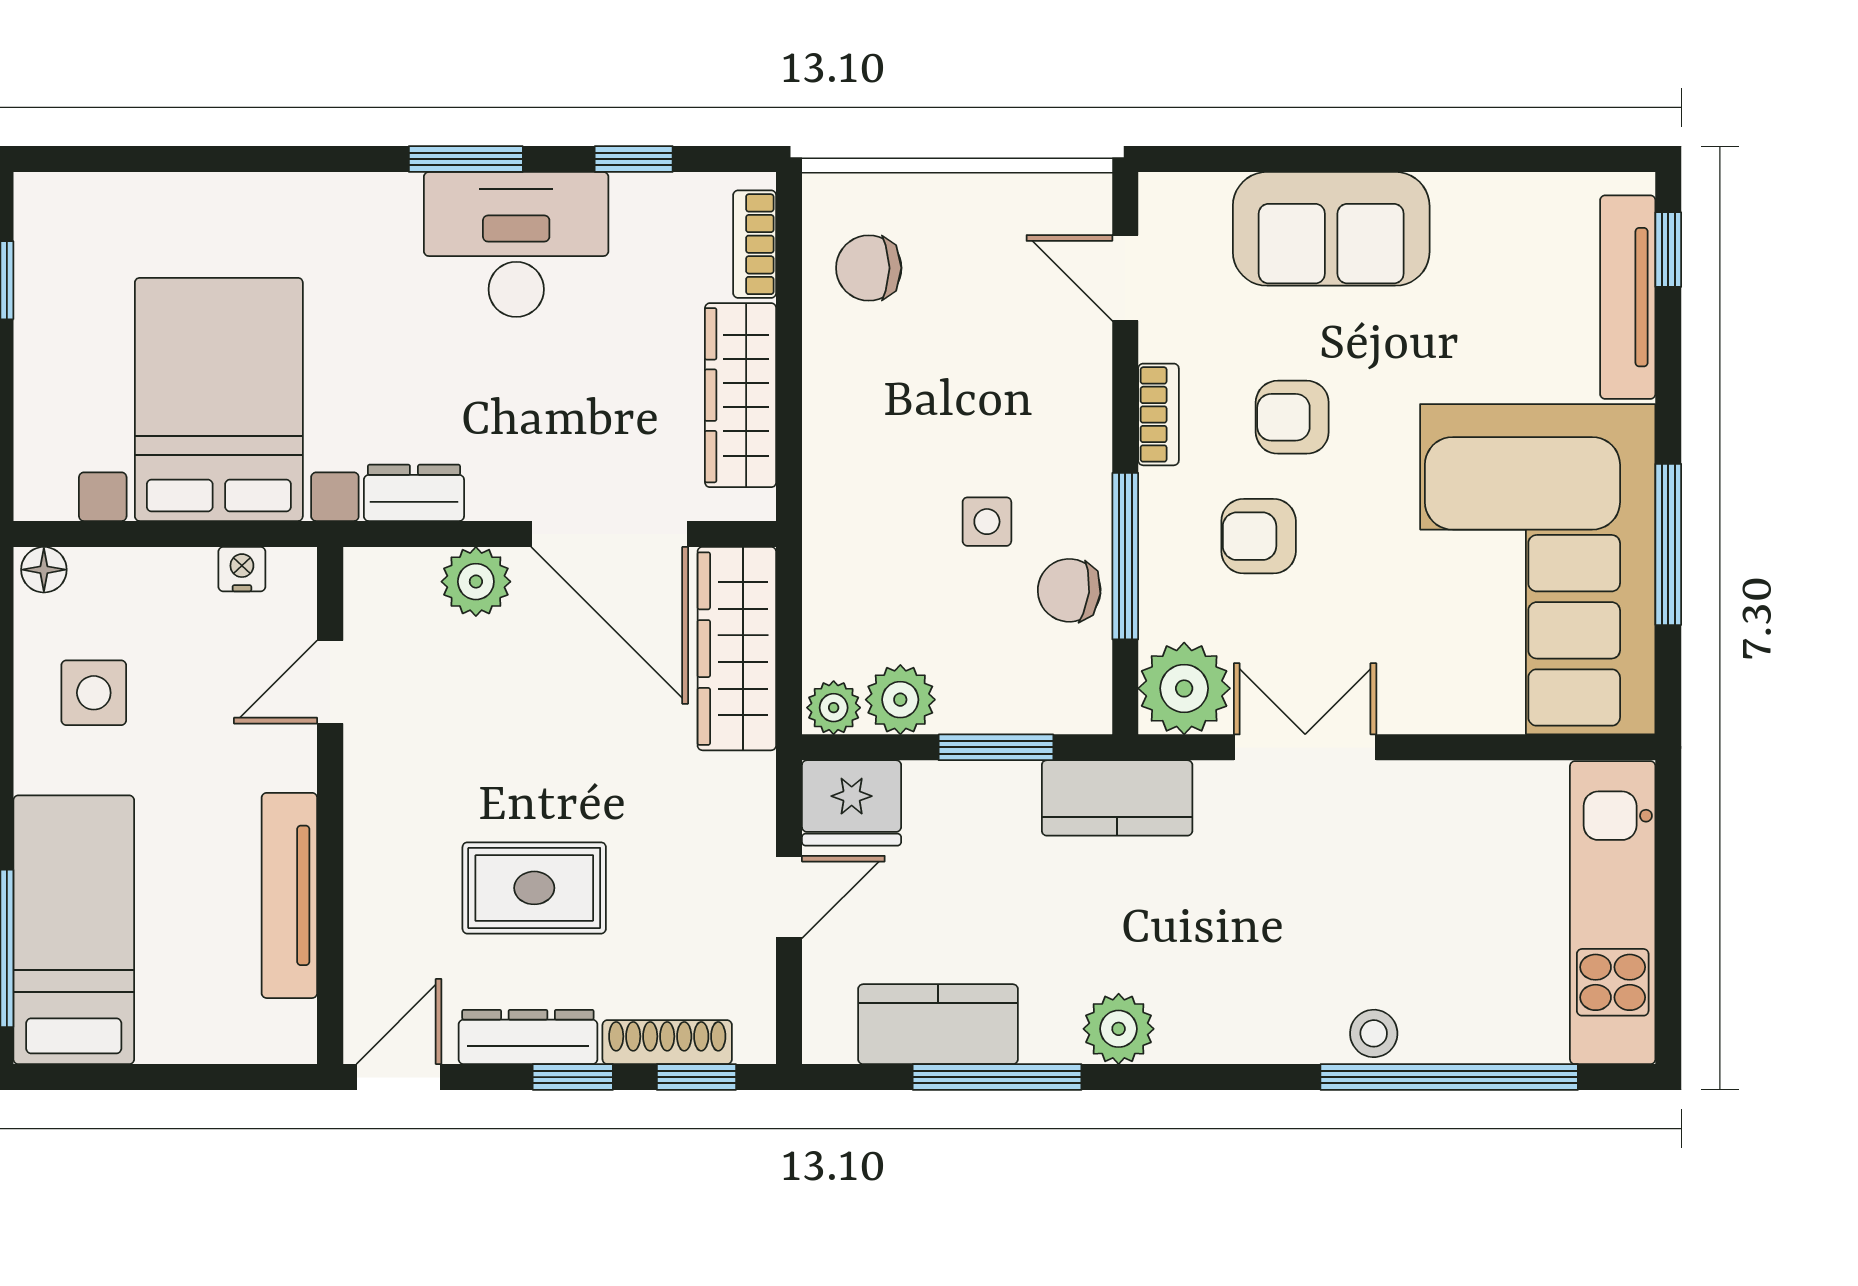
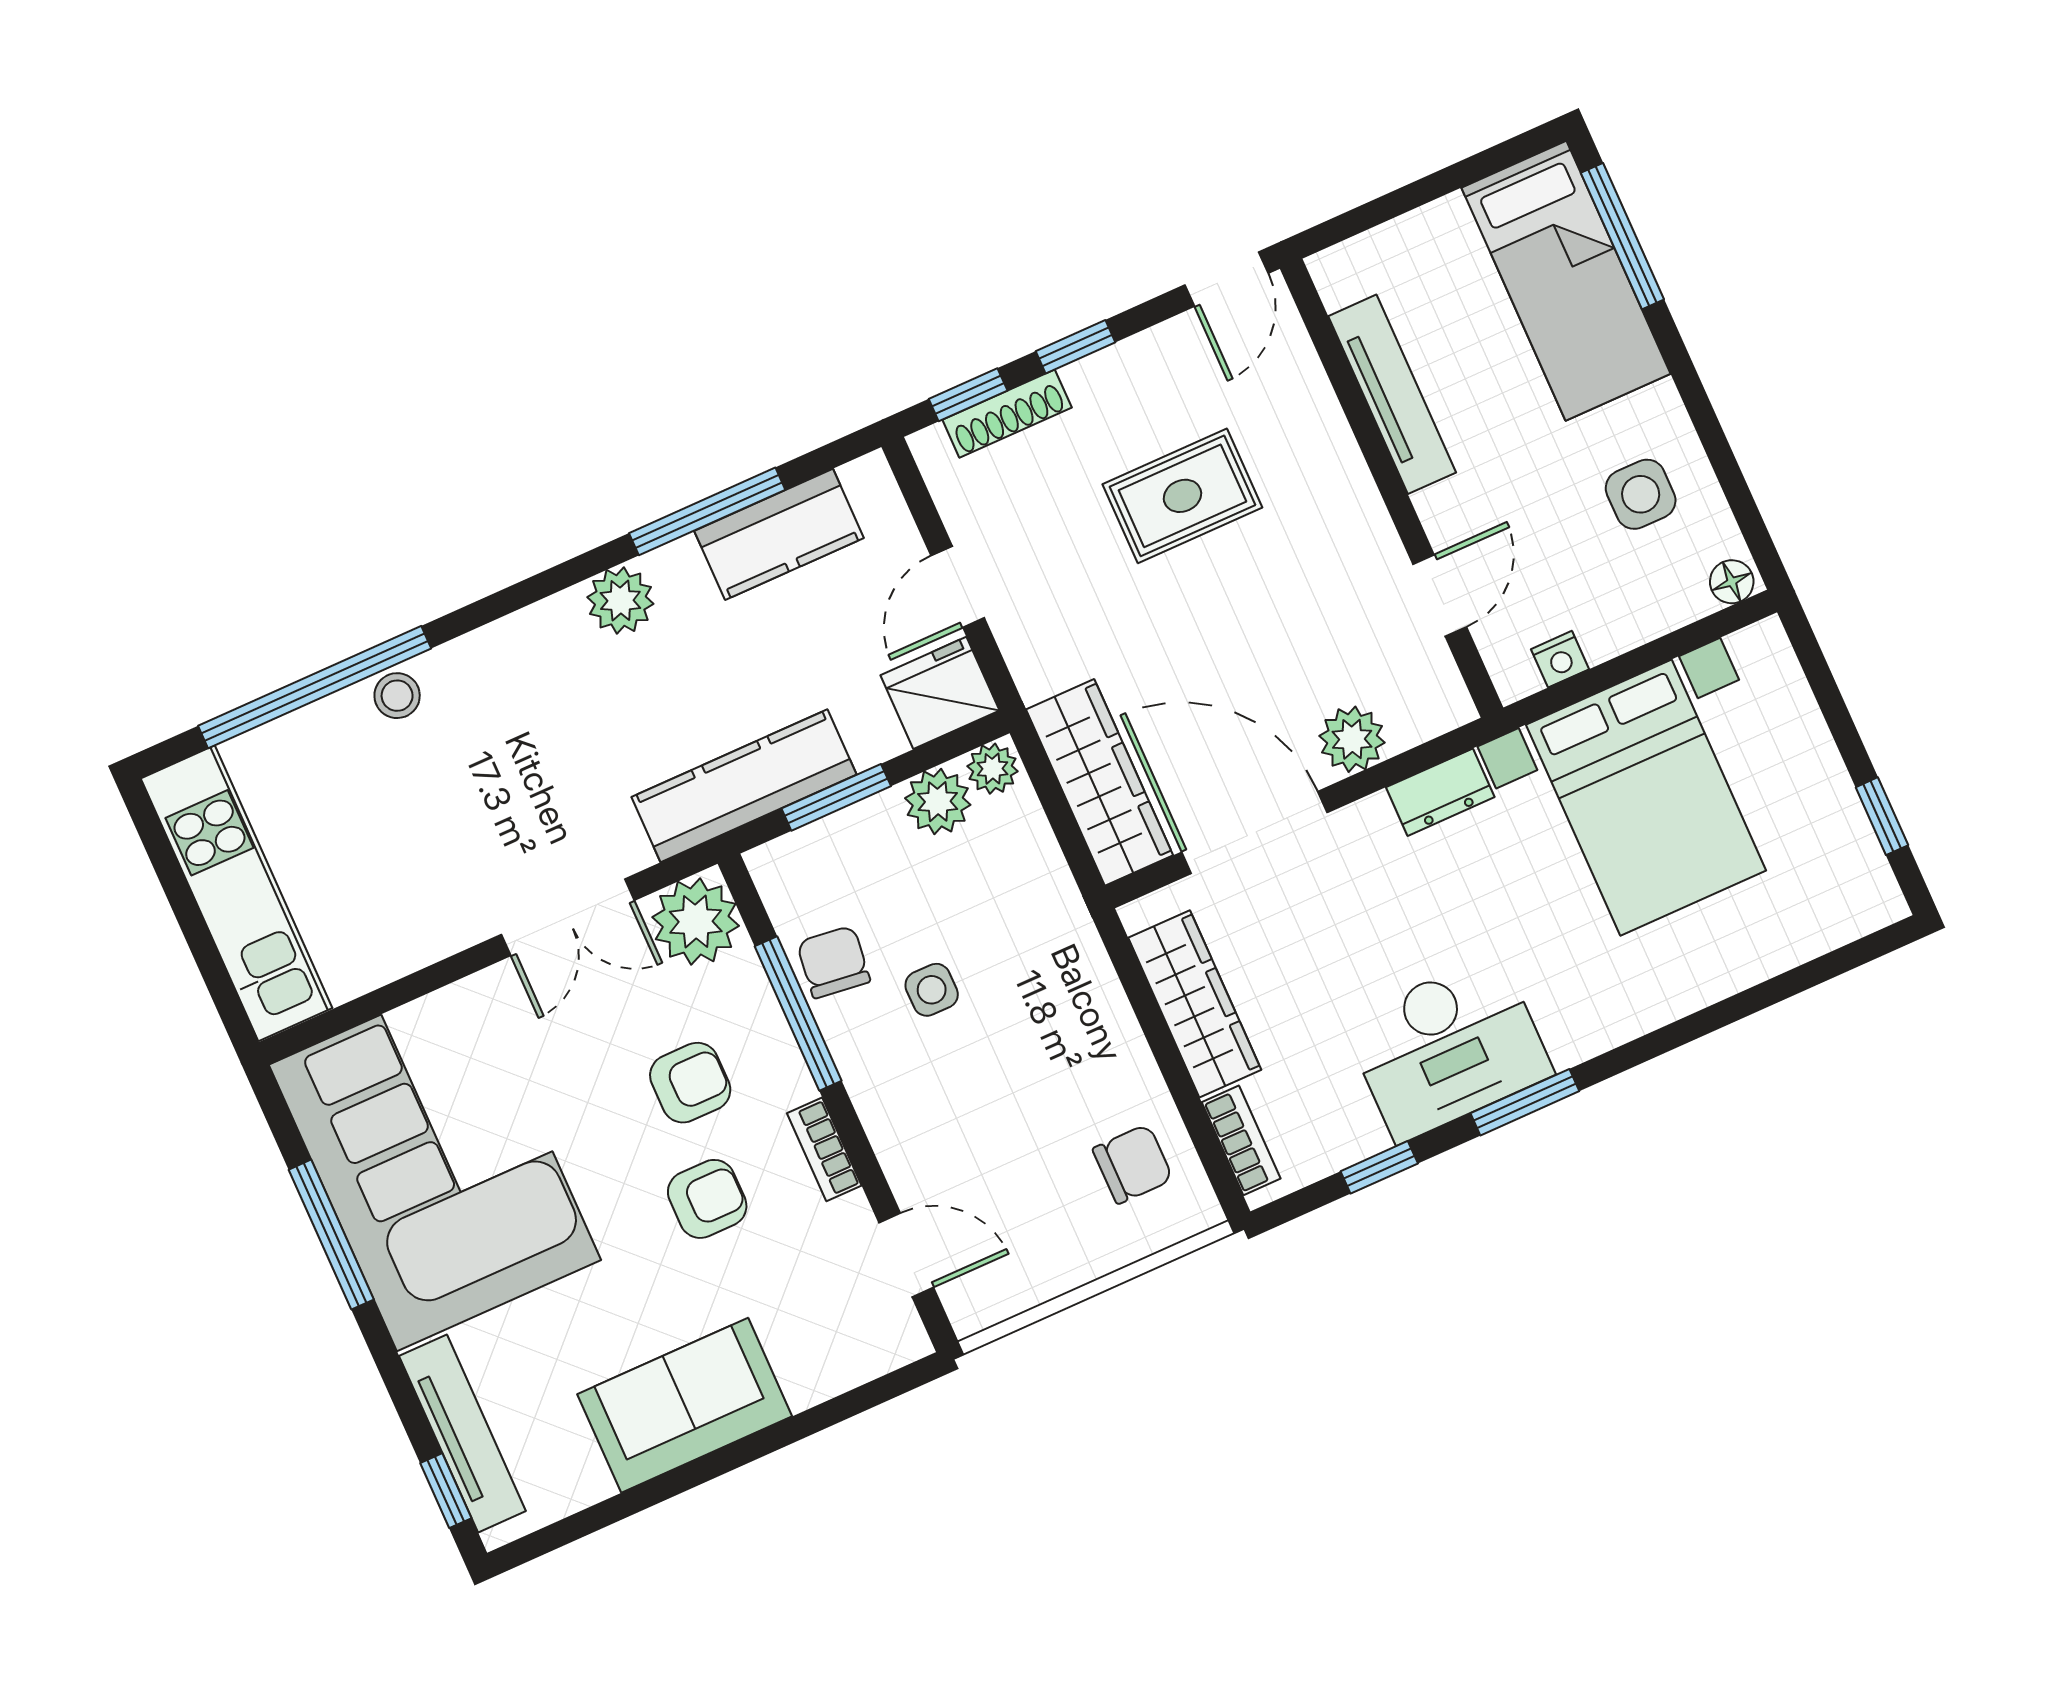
sofa: (1331, 229) -> (685, 1405), moved
chair: (1069, 590) -> (834, 962), turned -89
kitchen counter: (1117, 798) -> (744, 786), width x1.50
dresser: (528, 1037) -> (1130, 364), removed

